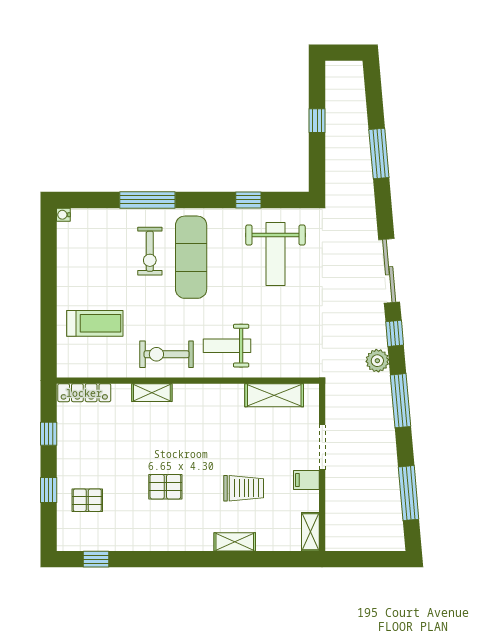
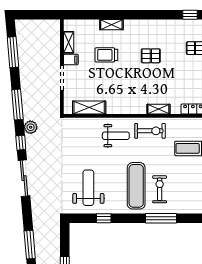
shelving: (310, 532) -> (69, 42), moved

